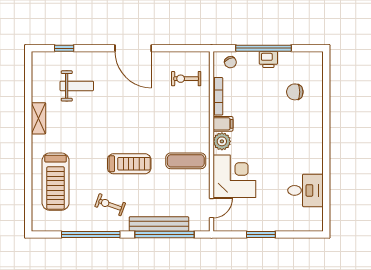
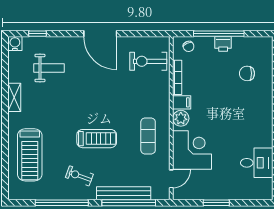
water cooler: (39, 59) -> (15, 43), added
exercise bike: (186, 79) -> (148, 61), width x1.38, depth x1.39
exercise mat: (186, 161) -> (148, 136), turned 90

